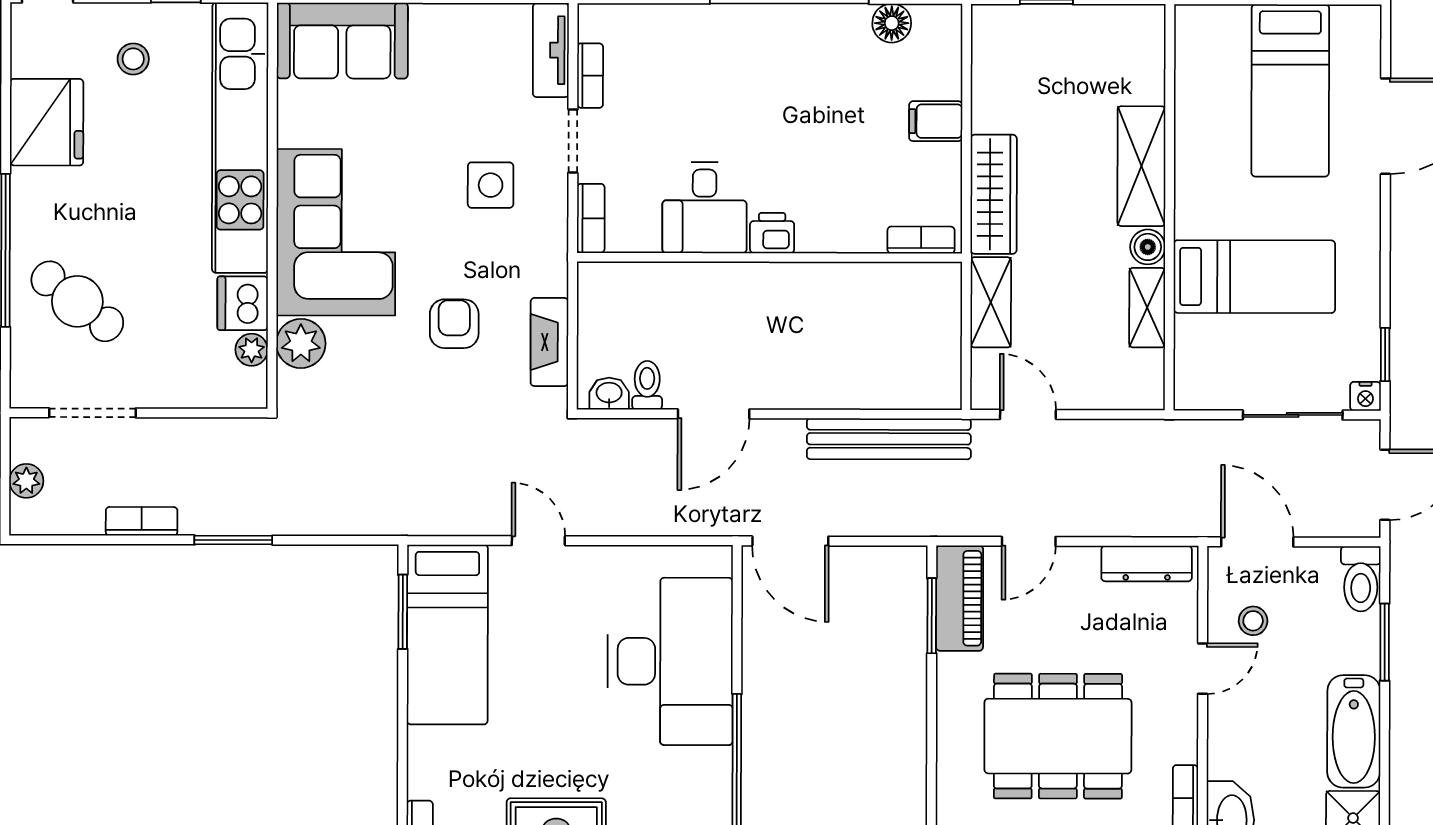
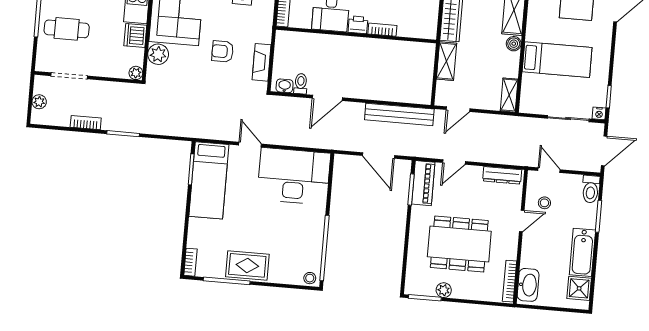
bookcase: (921, 240) -> (382, 30), moved
cafe table: (77, 301) -> (67, 29), turned -38
shelving: (1147, 308) -> (509, 95), moved
armchair: (454, 324) -> (223, 51), turned -90
plant: (252, 350) -> (136, 73), moved
door: (1028, 414) -> (458, 109), swing flipped
door: (790, 541) -> (378, 156), moved
door: (1257, 542) -> (549, 170), width x0.73
desk: (670, 661) -> (294, 176), moved, turned -90

